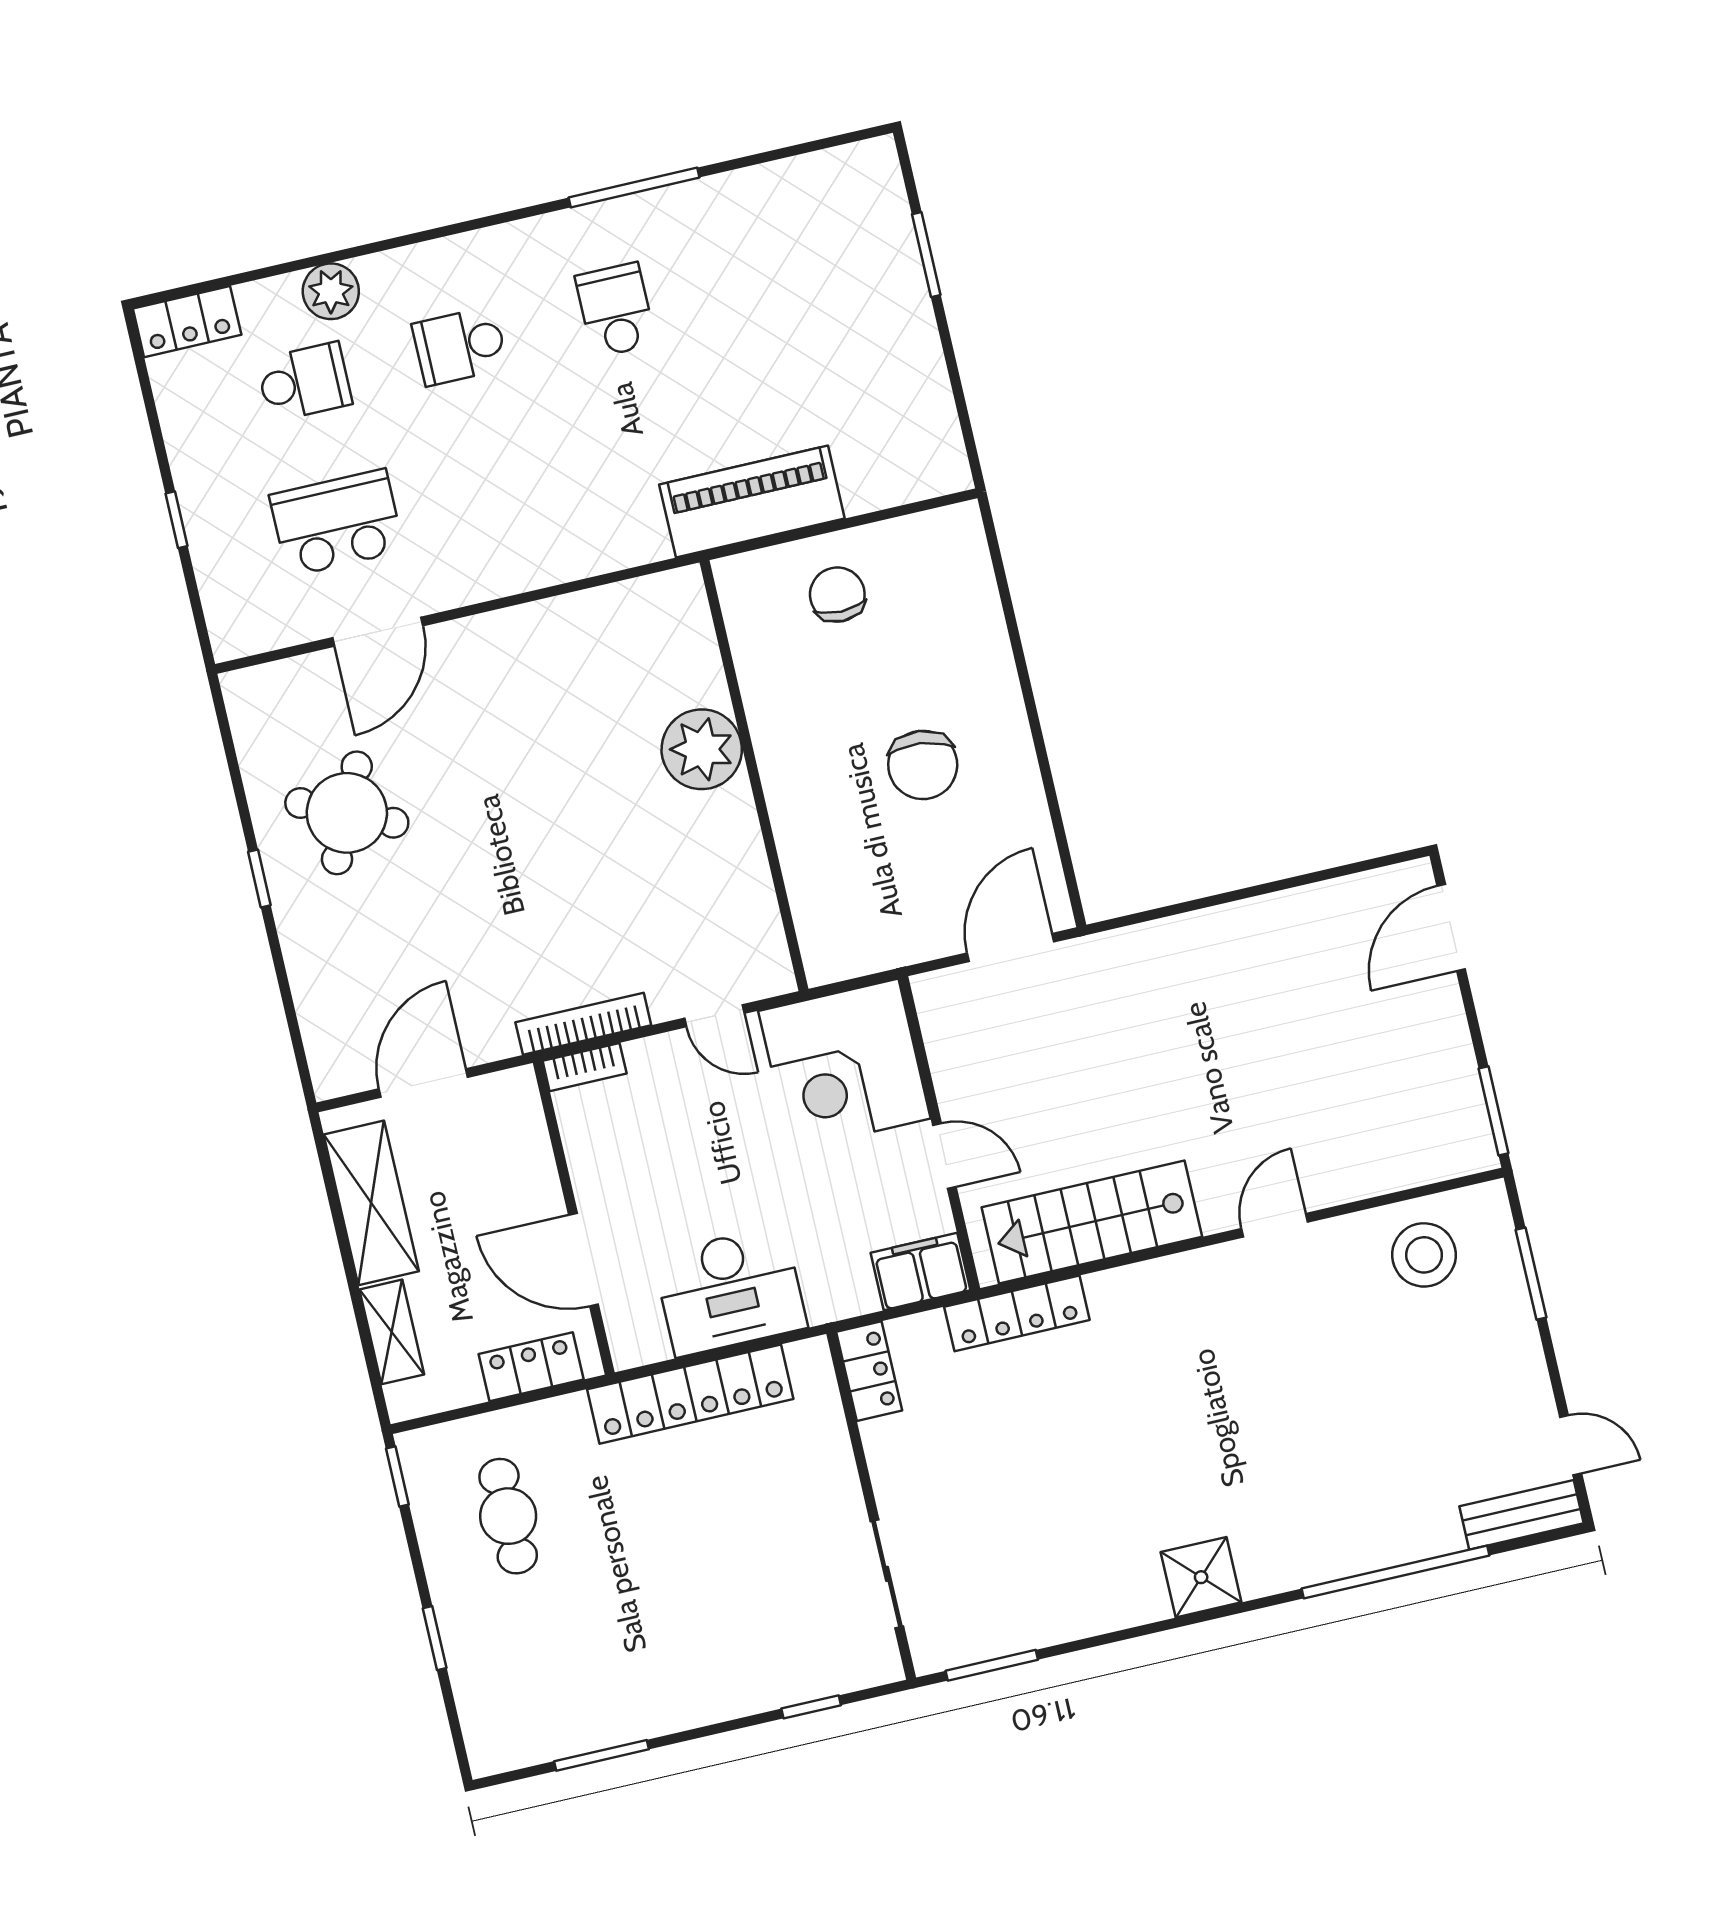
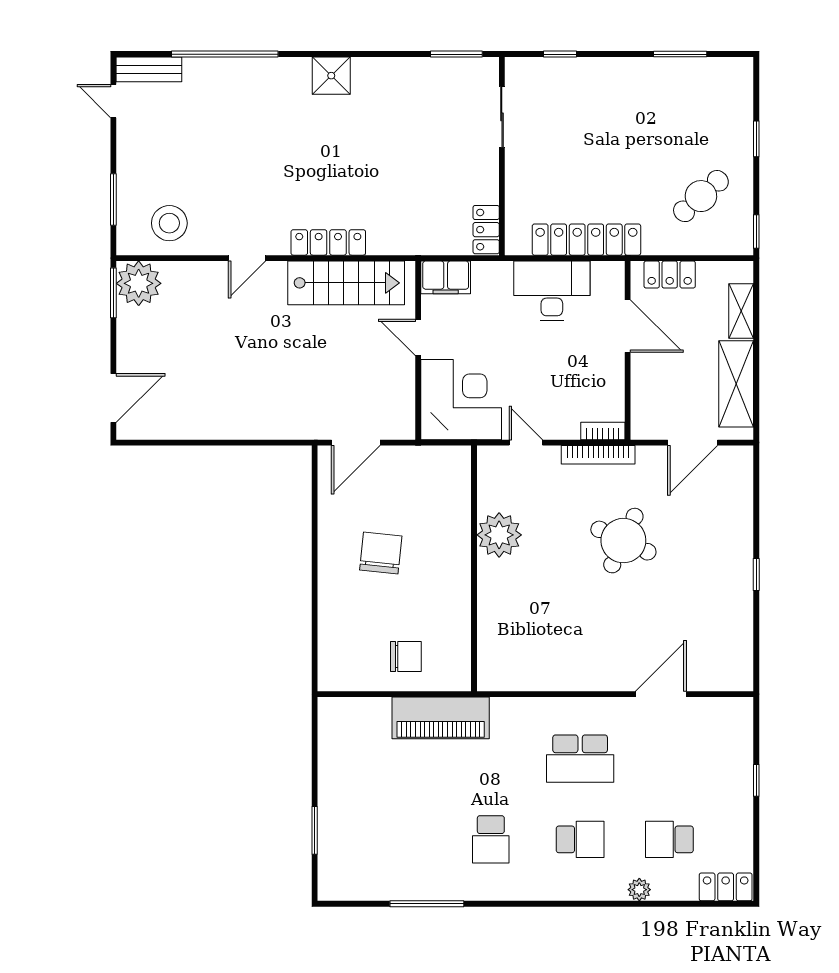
window: (634, 188) -> (427, 904), moved
plant: (331, 291) -> (639, 890), width x0.73, depth x0.73
school desk: (337, 523) -> (580, 759), moved
chair: (837, 595) -> (406, 657), turned -90
plant: (702, 749) -> (499, 535), moved
round table: (347, 813) -> (623, 541), moved
plant: (1453, 1138) -> (139, 283), added
locker: (1017, 1313) -> (328, 242), moved
cafe table: (508, 1516) -> (701, 196), turned 48

